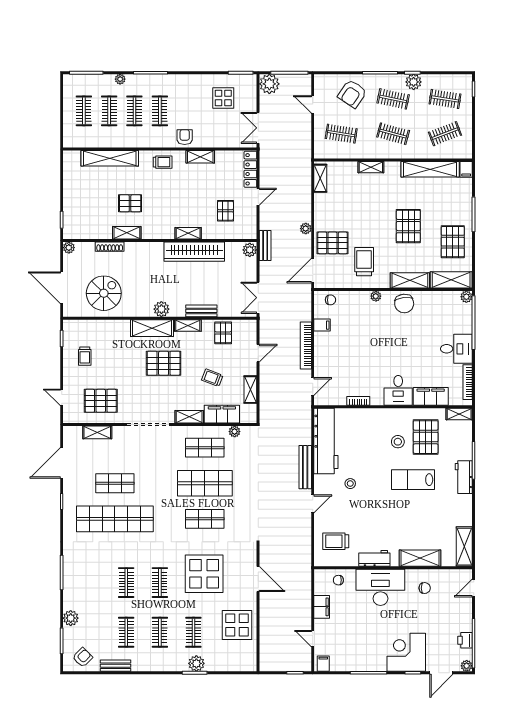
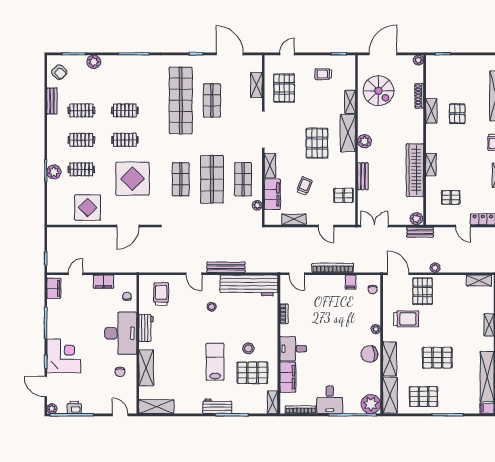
plant: (466, 297) -> (371, 404), width x1.88, depth x1.88
shelving: (188, 326) -> (350, 102), moved
filing cabinet: (323, 664) -> (54, 288), width x2.00

